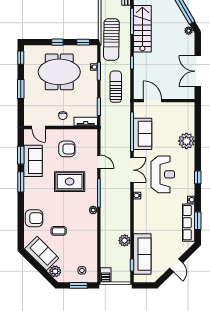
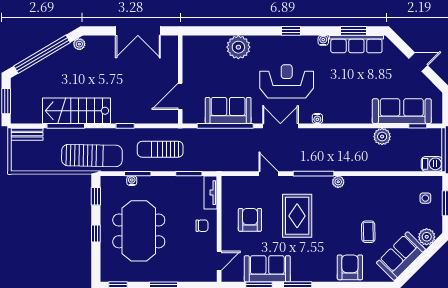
door: (99, 162) -> (269, 174), hinge flipped

